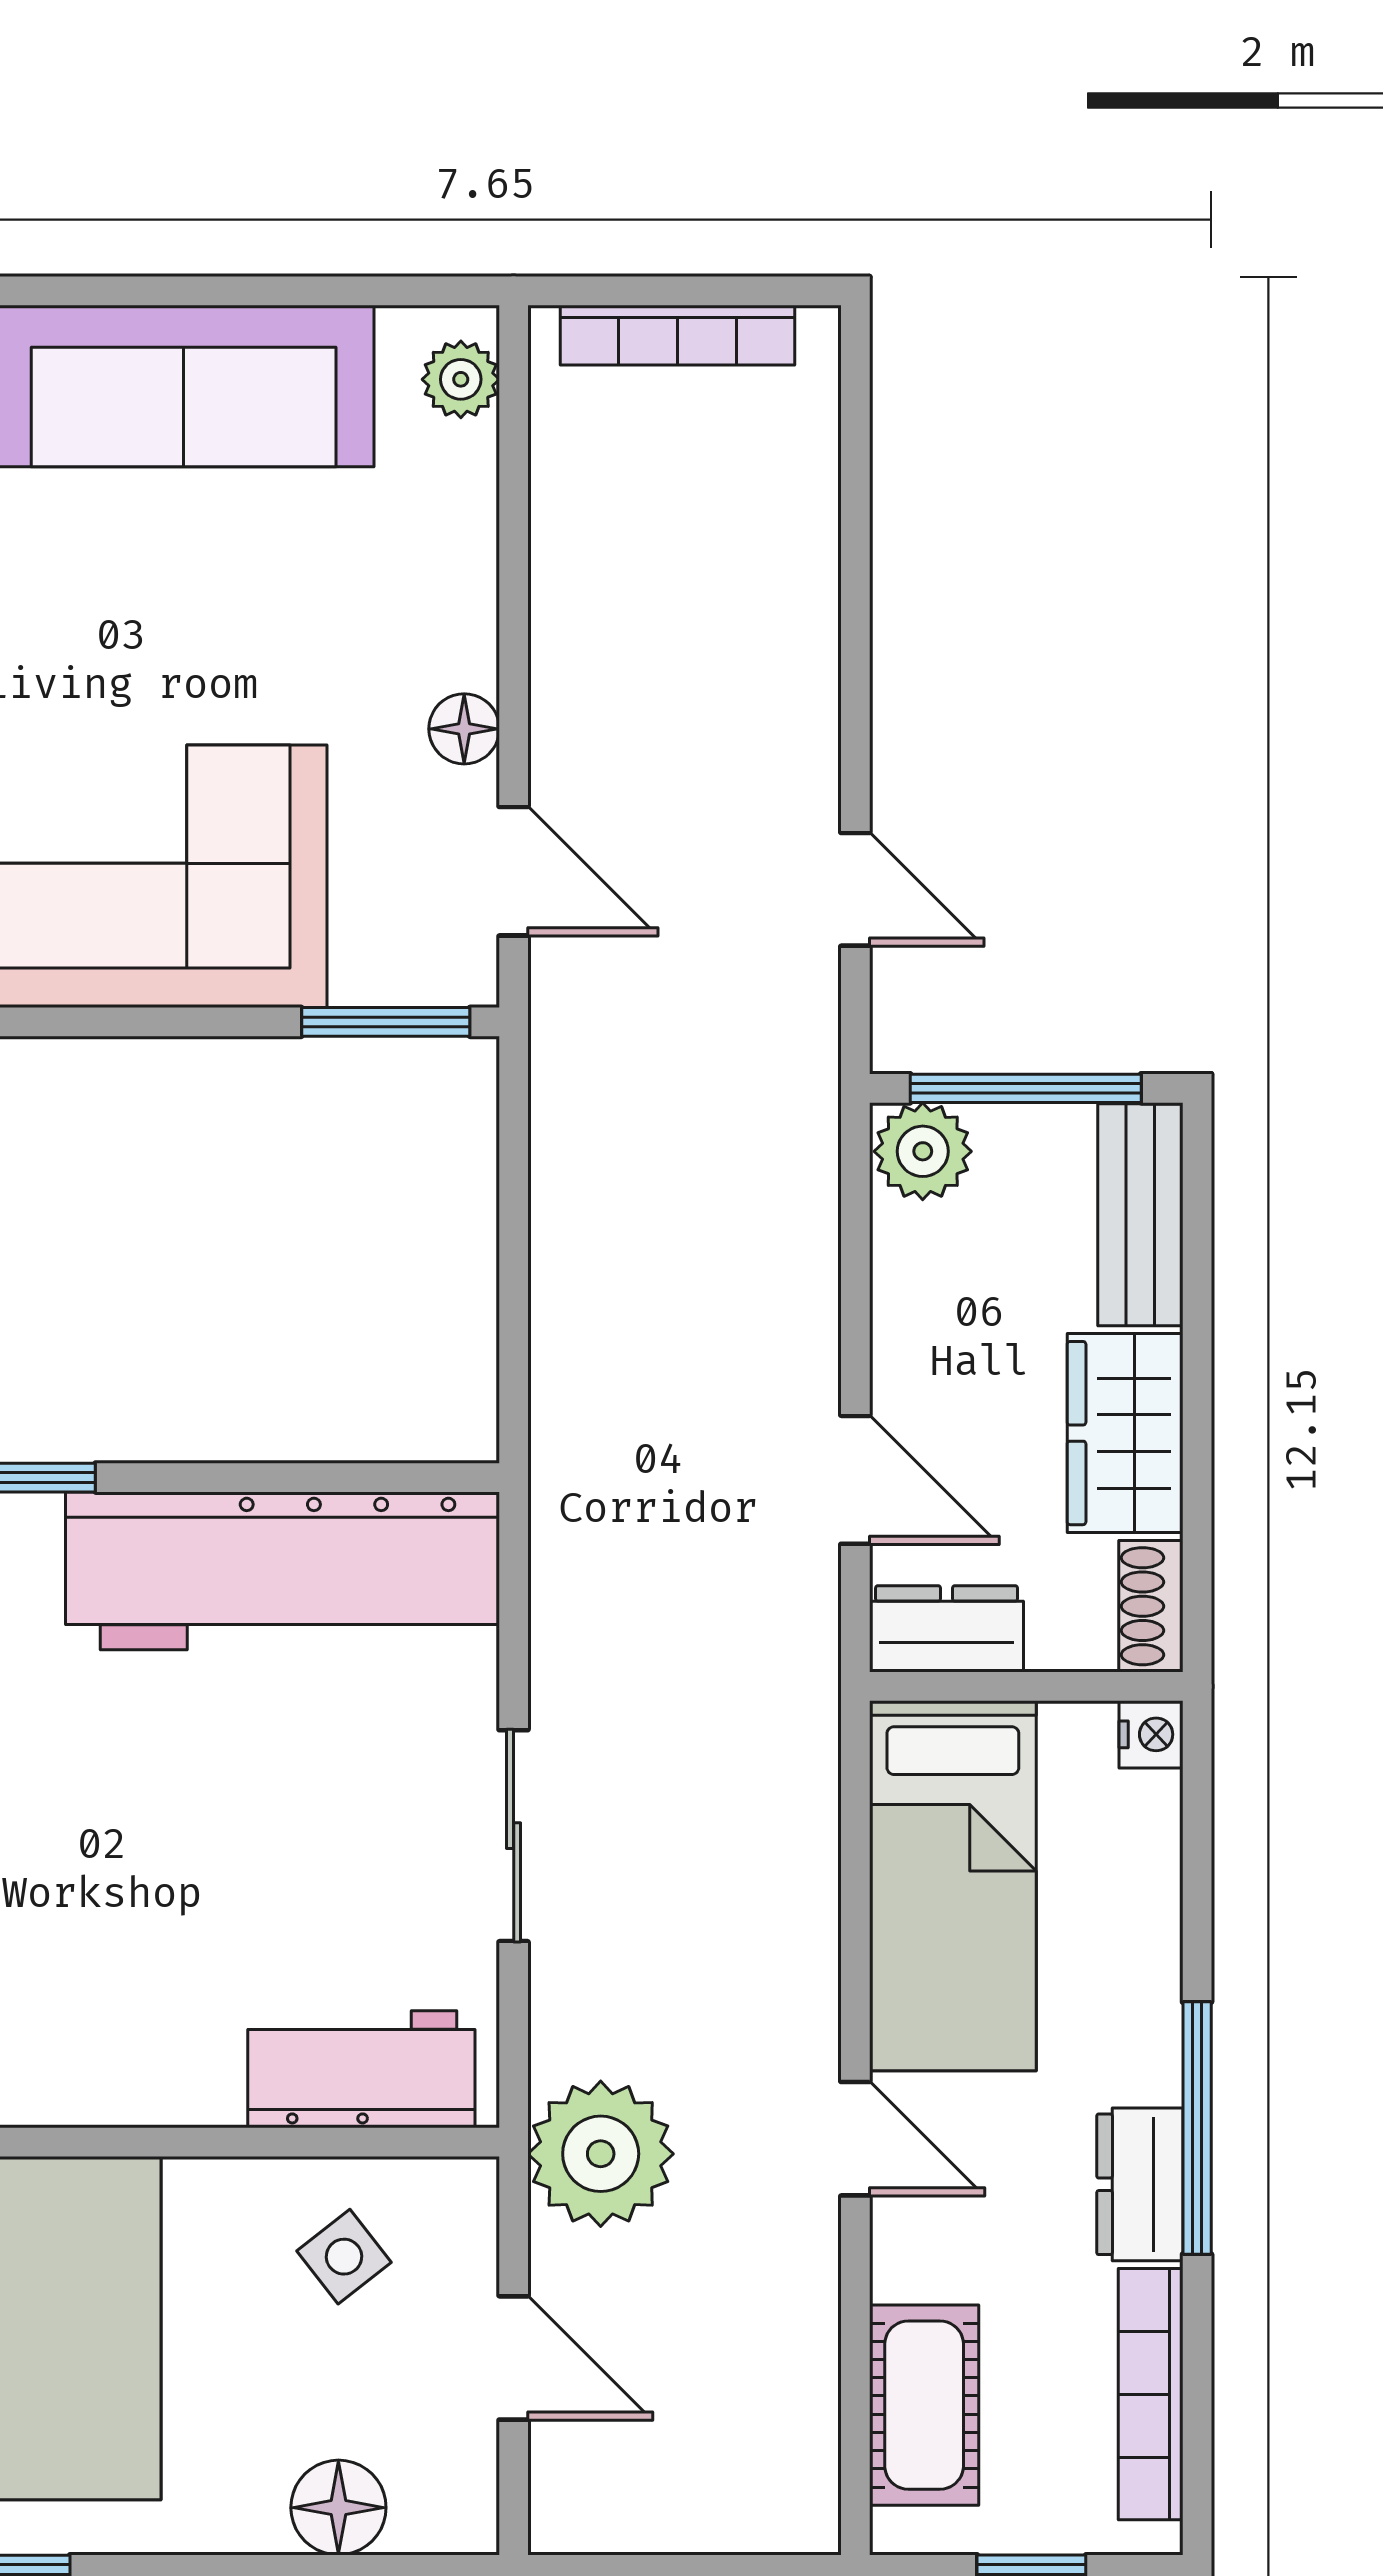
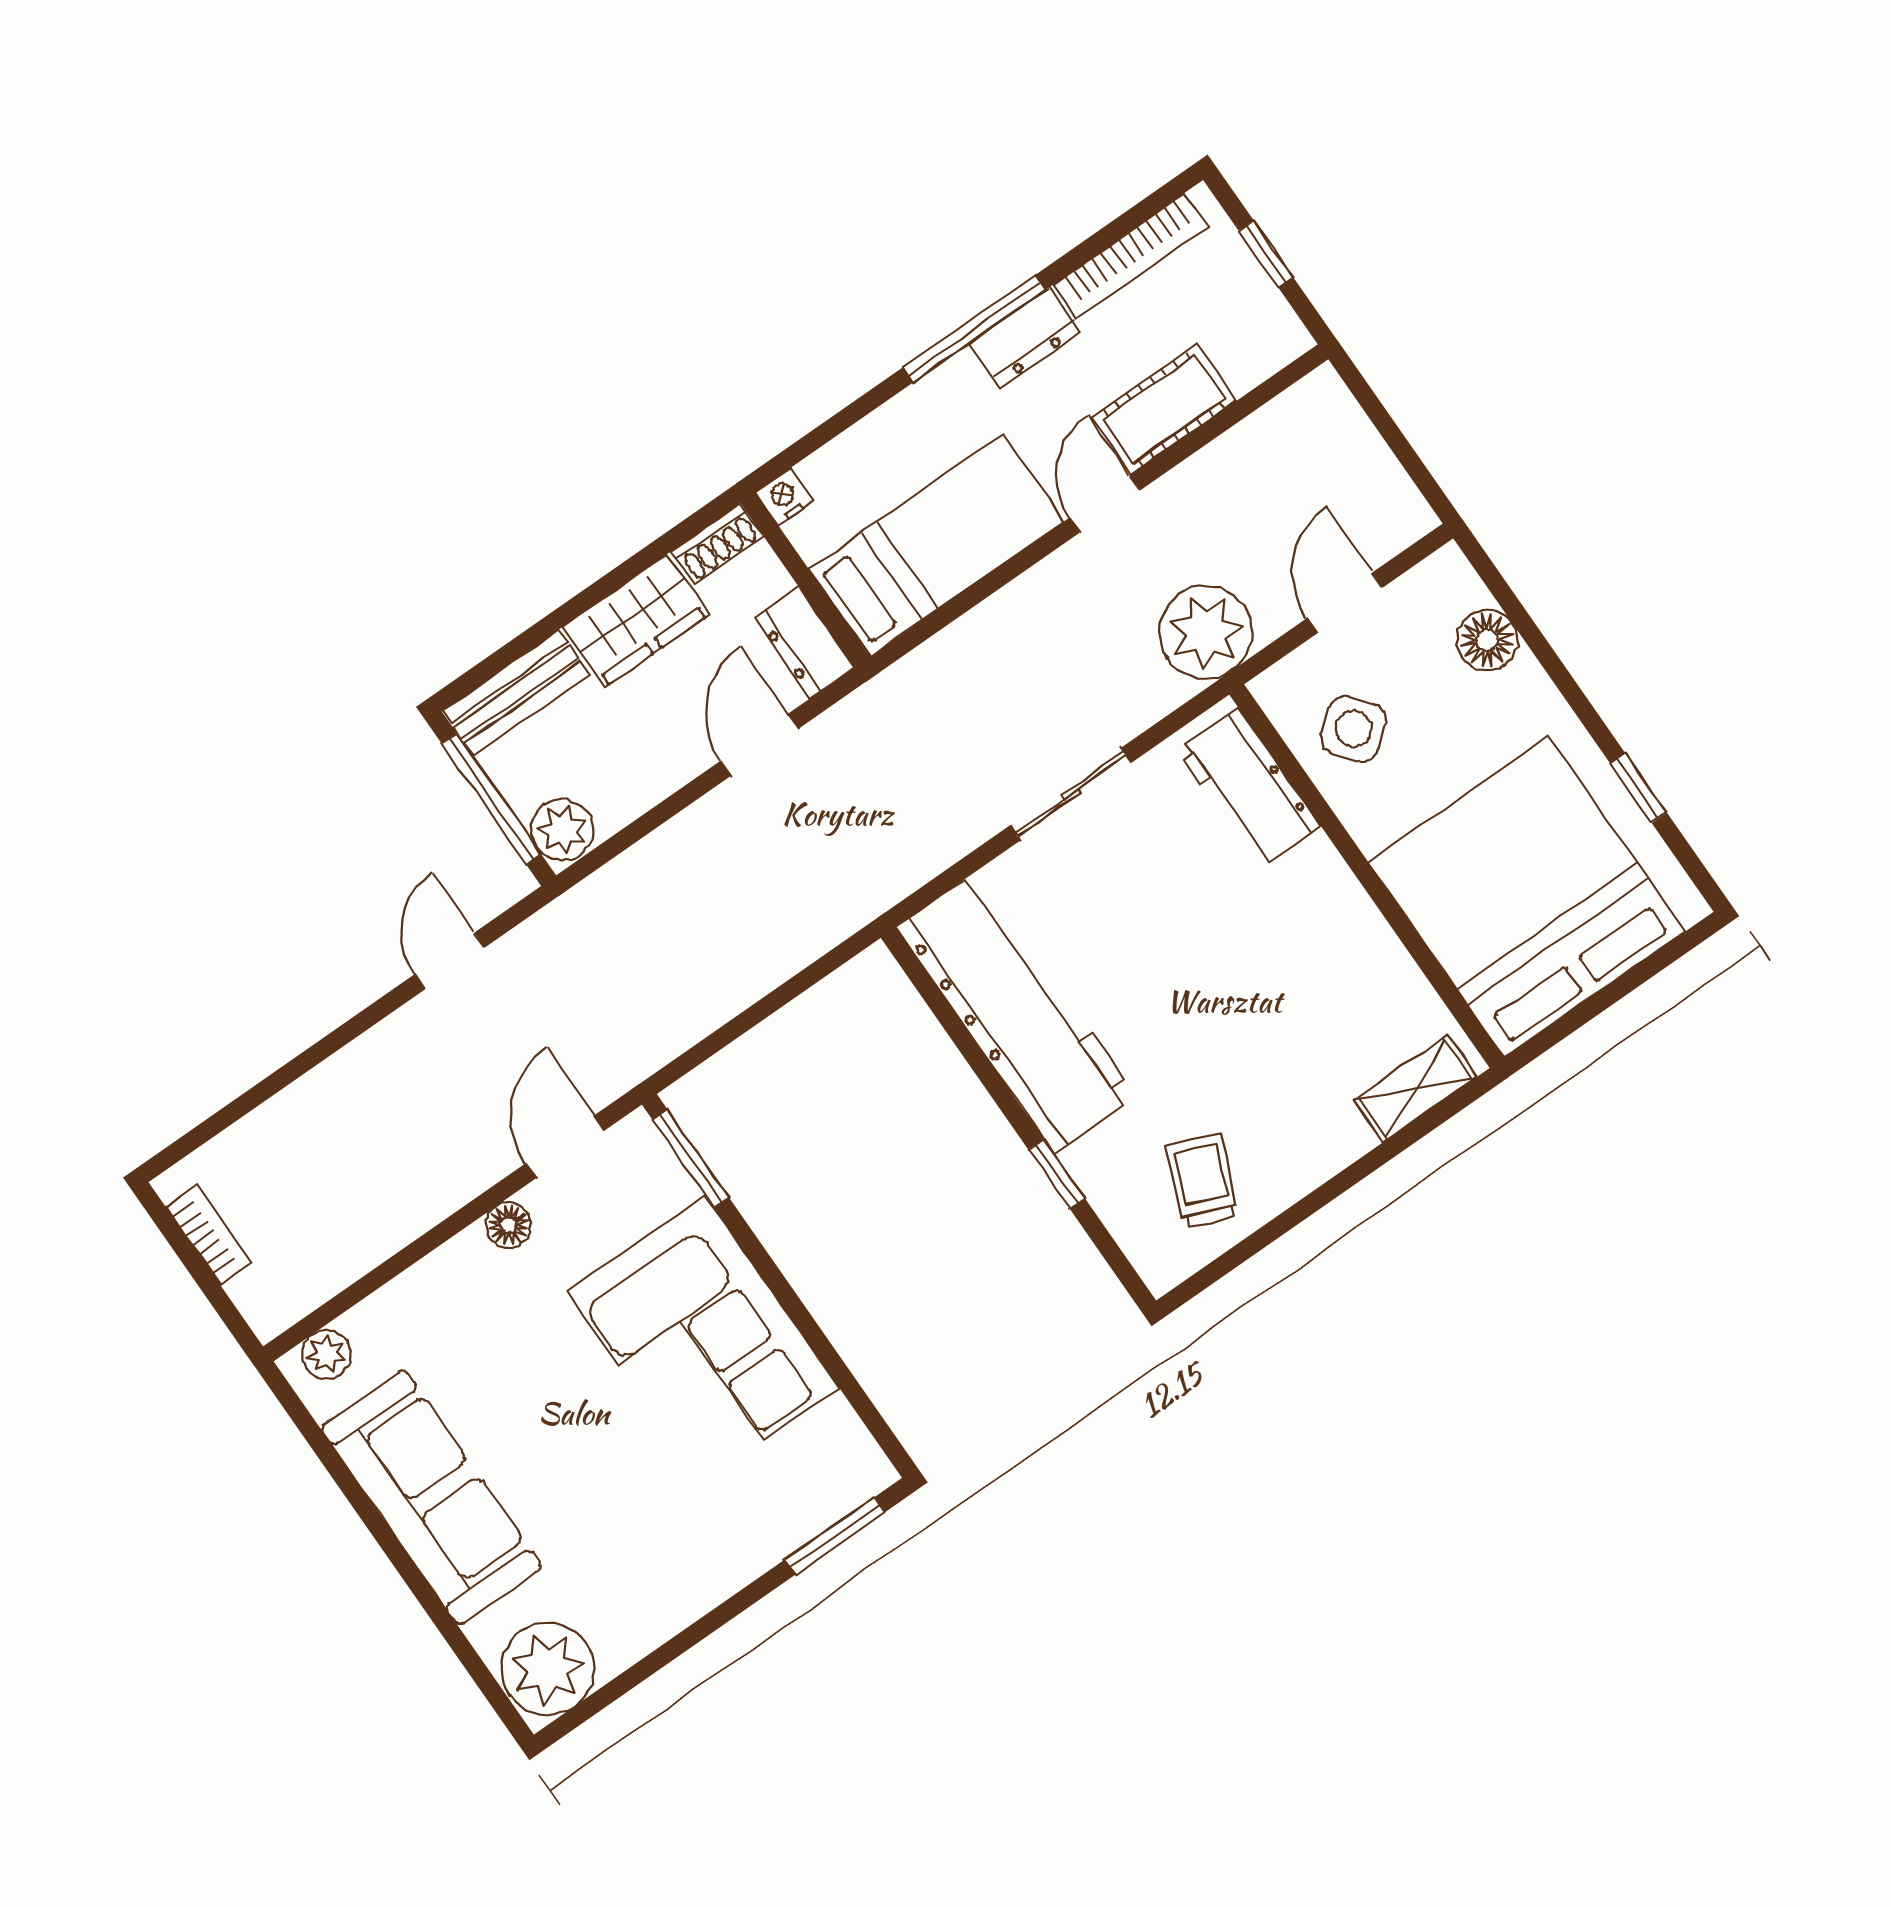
bookcase: (678, 335) -> (209, 1235), width x0.64
side table: (344, 2257) -> (1354, 729), width x1.37, depth x1.37
cot: (924, 2405) -> (1164, 409), moved

